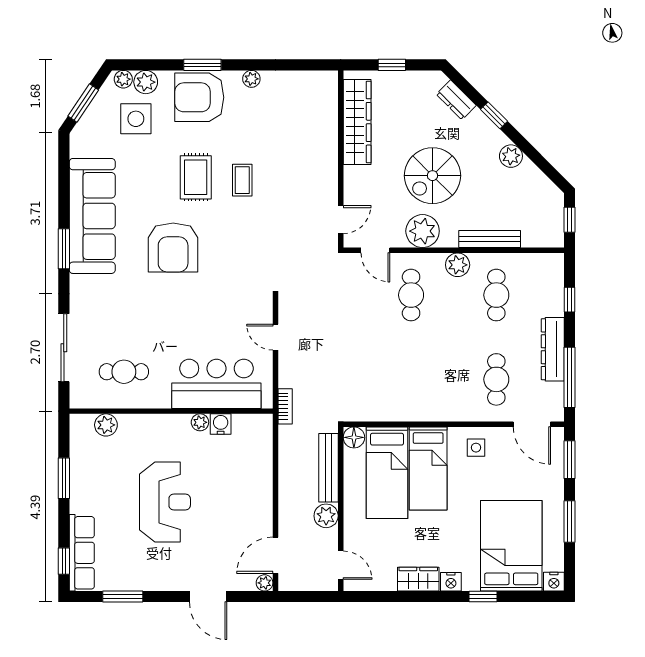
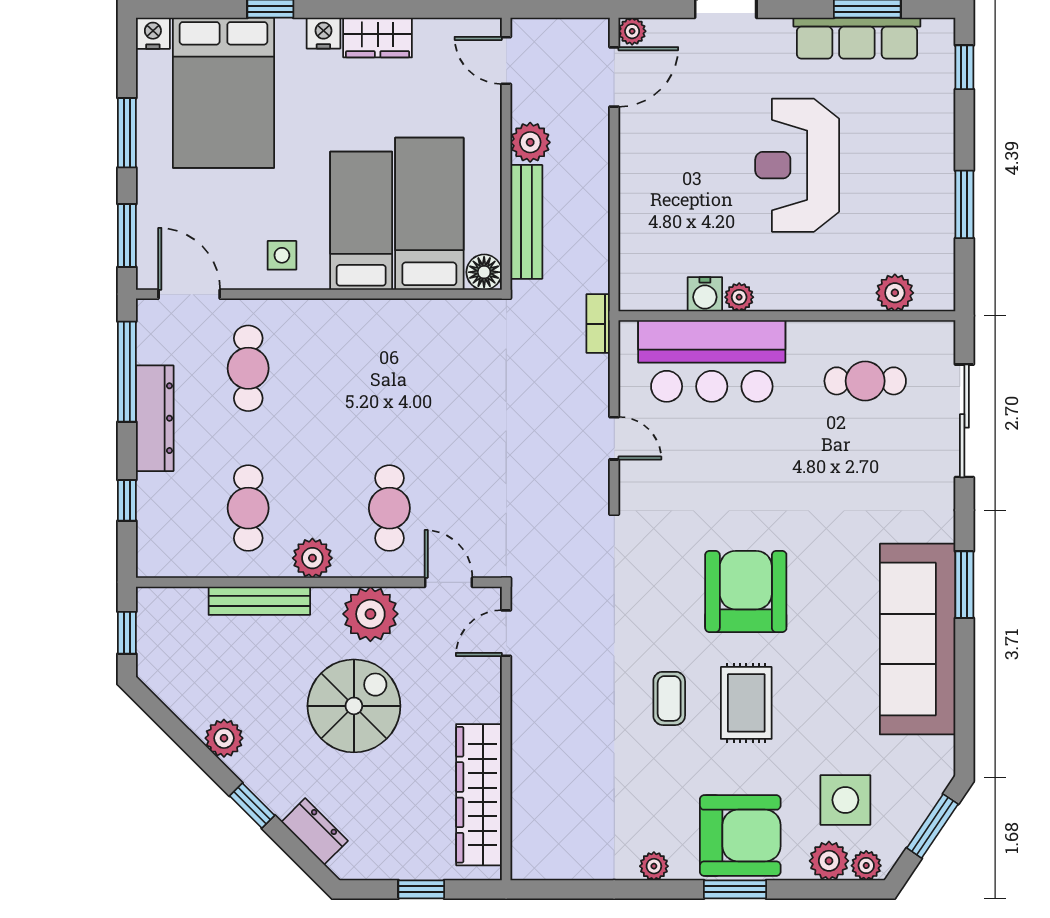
armchair: (173, 248) -> (746, 591), moved
row of seats: (82, 553) -> (857, 38), moved, turned -90

